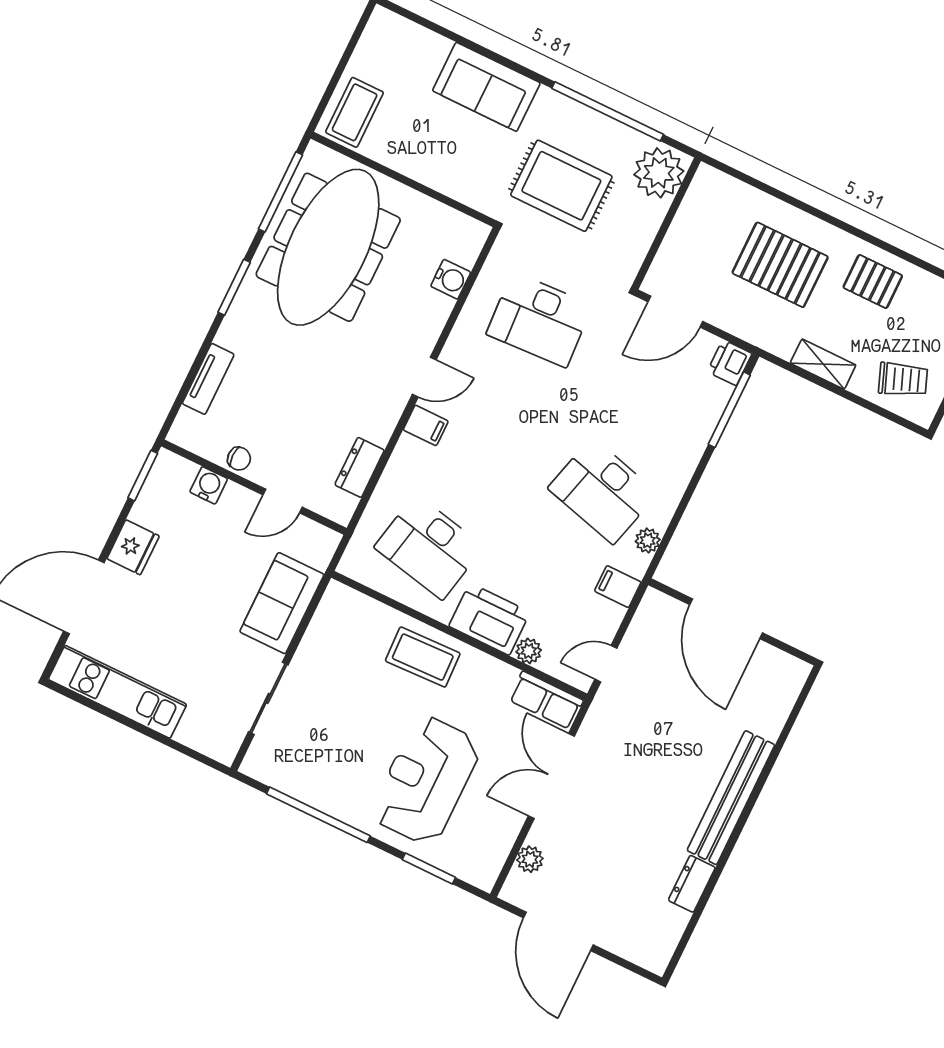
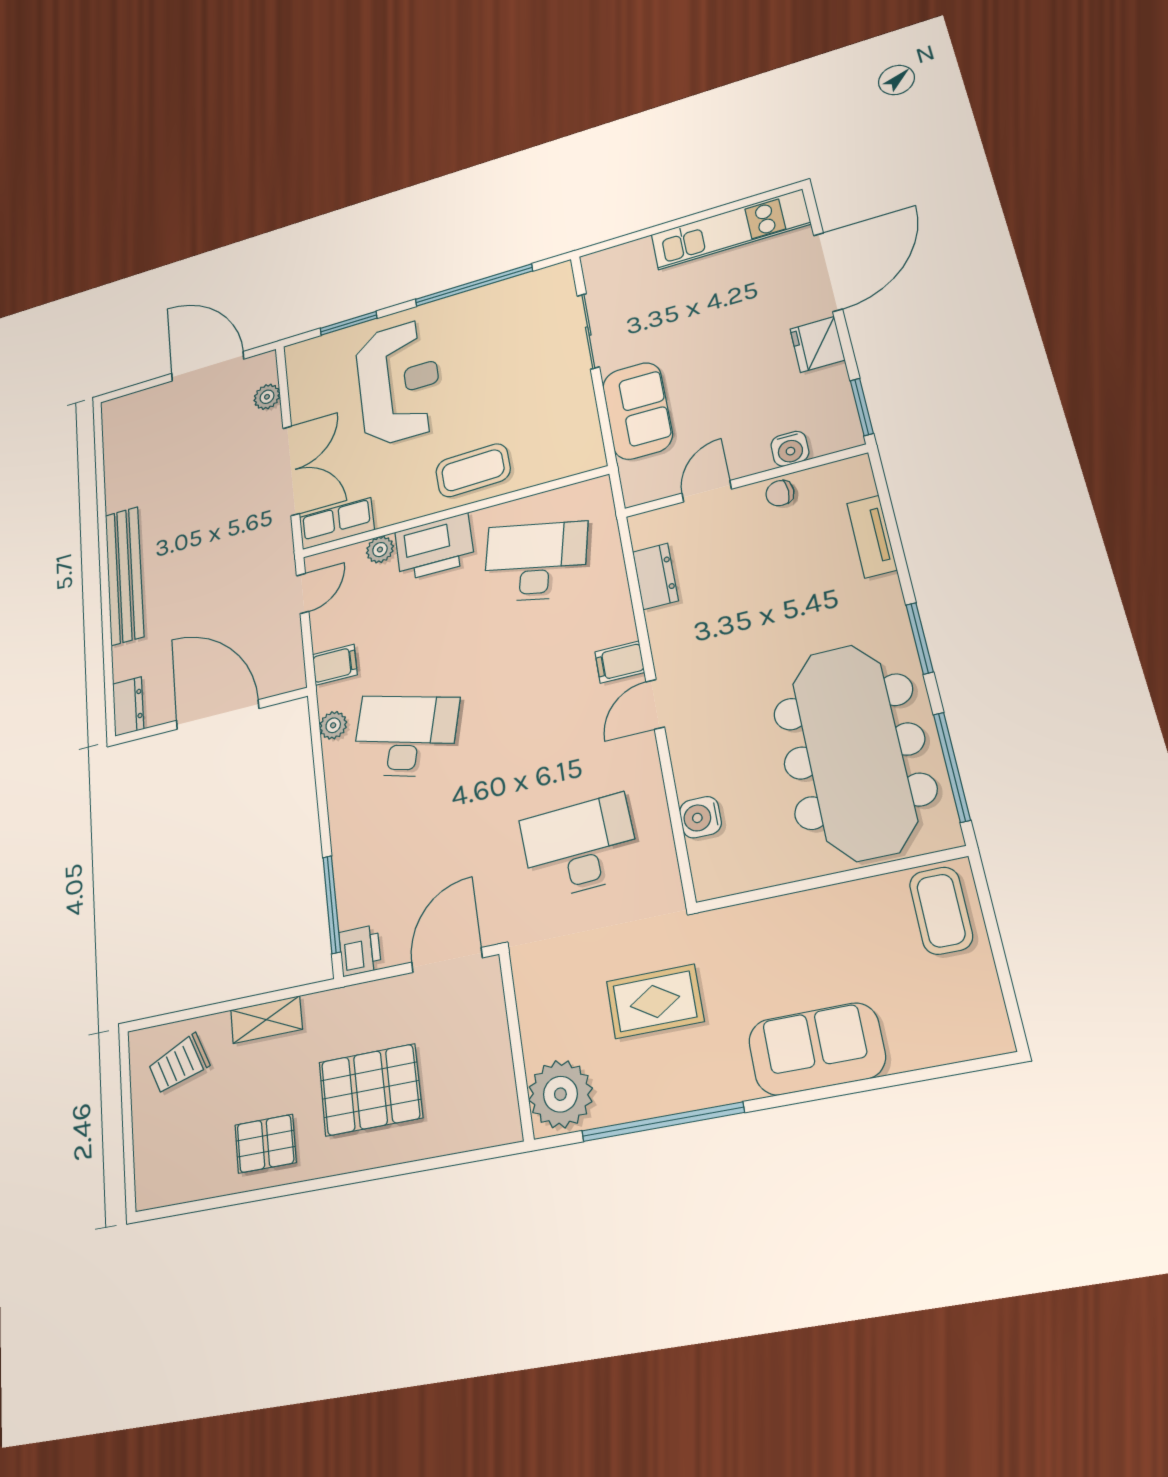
rug: (561, 186) -> (655, 1001), width x0.73, depth x0.70
dresser: (692, 884) -> (128, 706), moved

